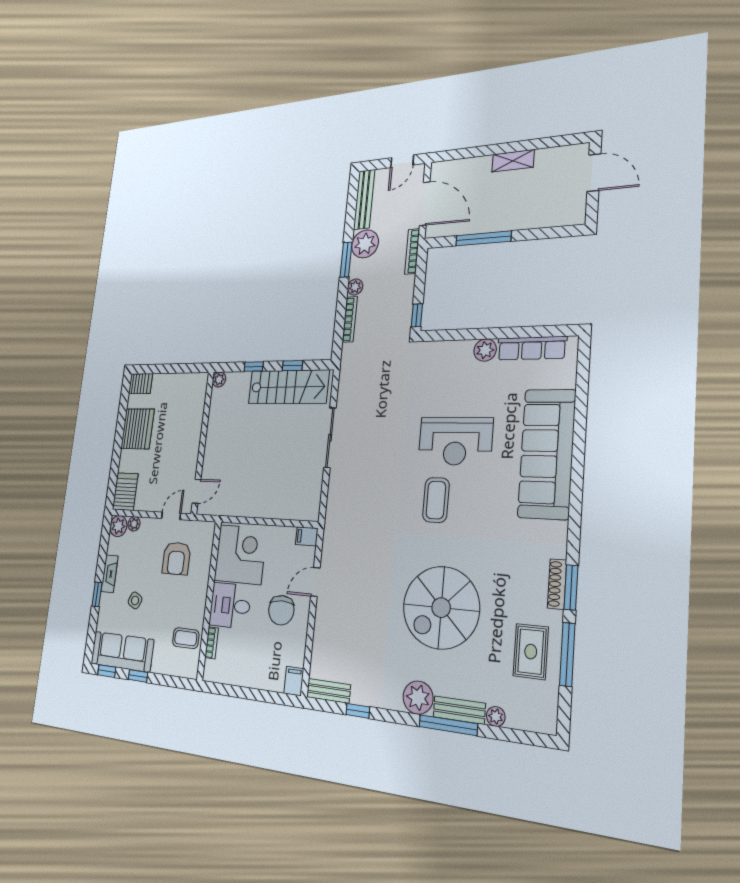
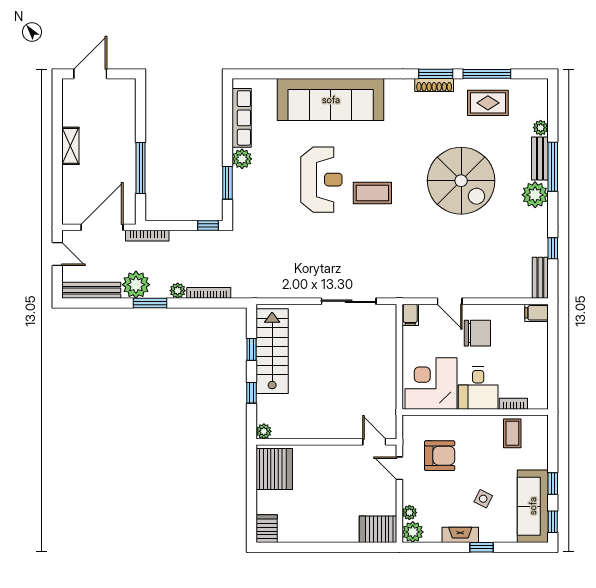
window: (460, 335) -> (227, 183), added
server rack: (137, 429) -> (274, 469), moved, turned 90
sliding door: (330, 438) -> (349, 301), moved

